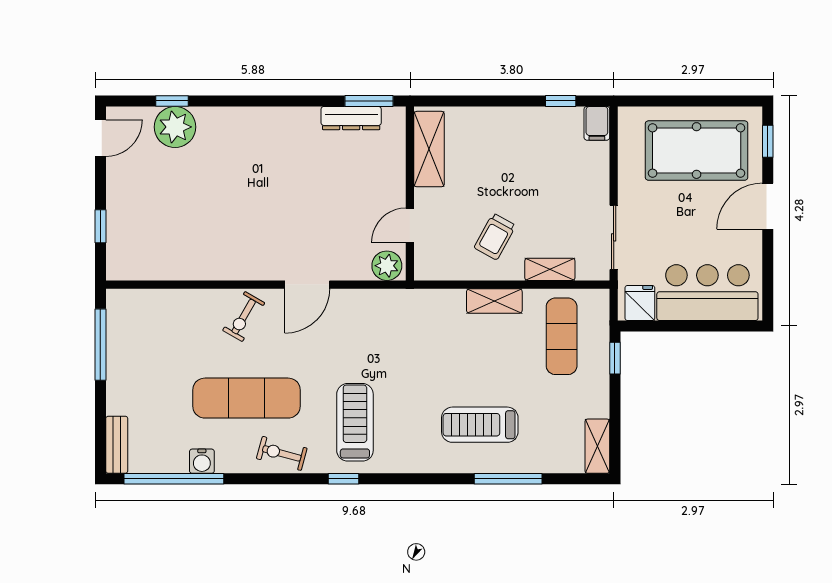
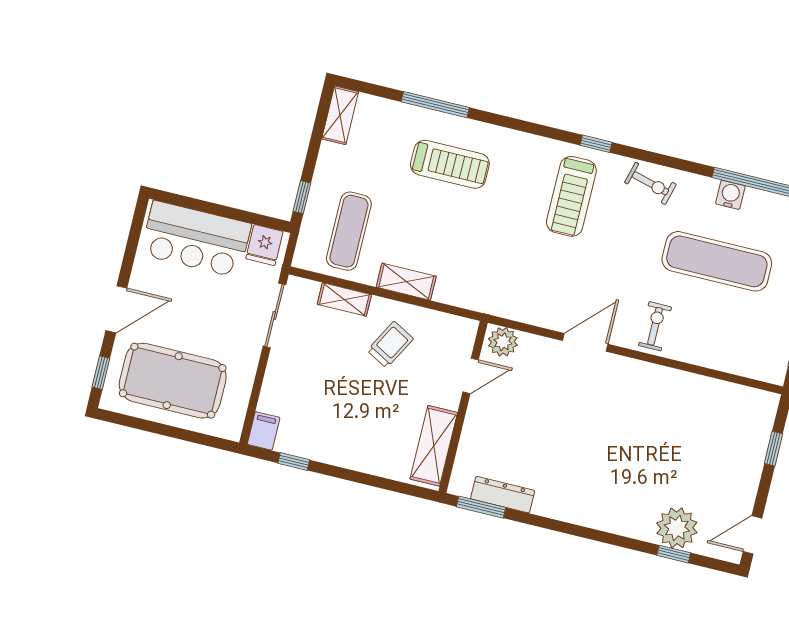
exercise bike: (244, 317) -> (655, 326), turned -30
exercise mat: (247, 398) -> (717, 261), moved

